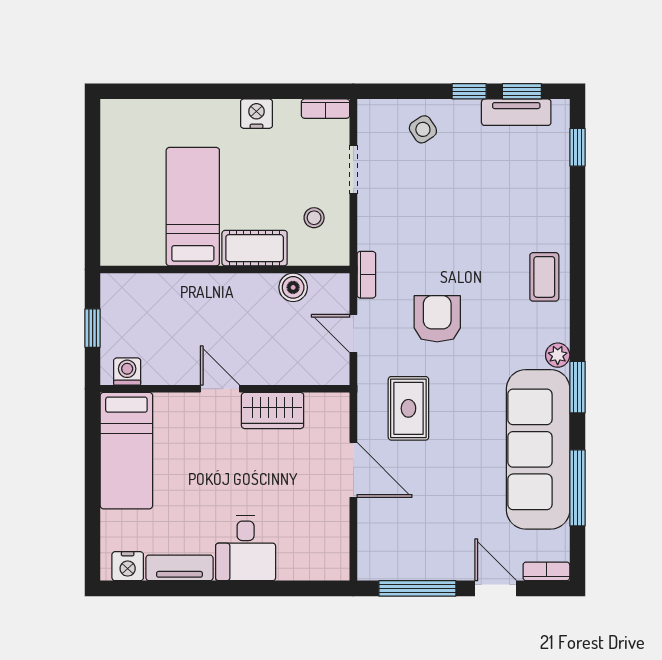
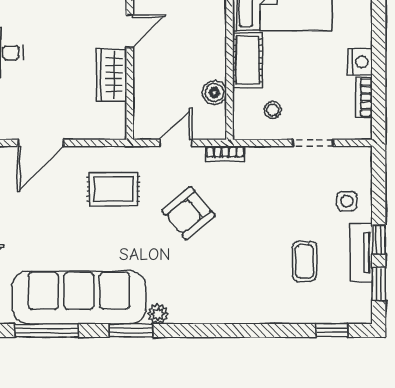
bookcase: (326, 109) -> (364, 97), moved
tv unit: (516, 112) -> (361, 253), moved
side table: (423, 129) -> (347, 201), turned 35
coffee table: (544, 277) -> (304, 261), moved, turned 90
armchair: (437, 319) -> (188, 213), turned 140
door: (353, 470) -> (41, 143), moved

